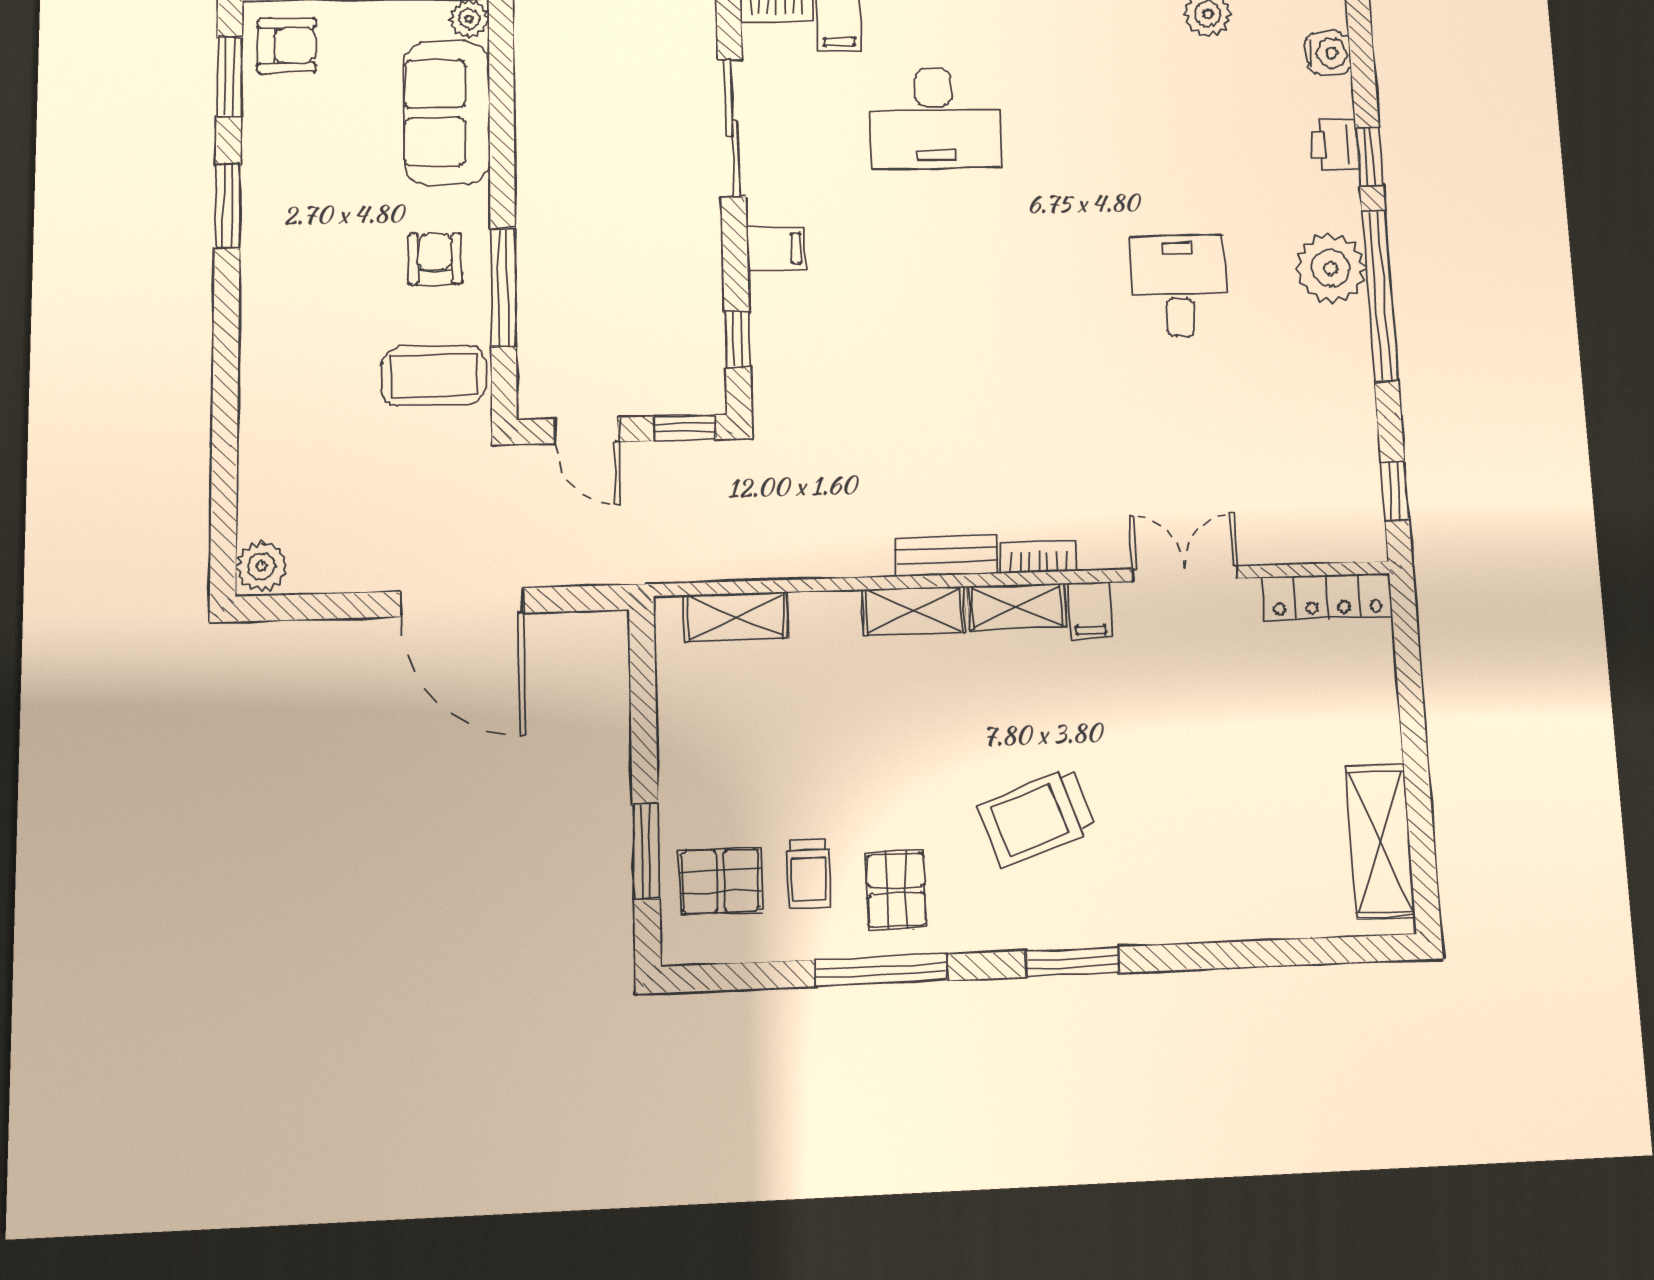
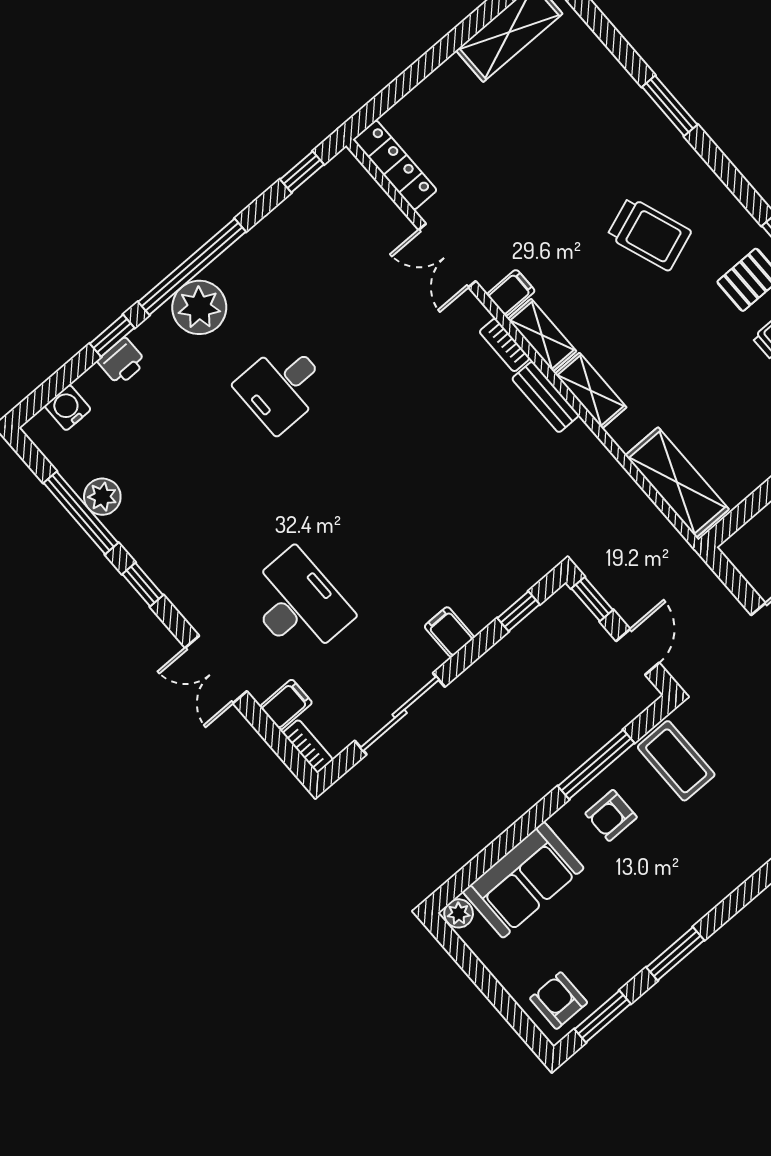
shelving: (736, 617) -> (677, 482), width x1.50, depth x1.33
window: (1072, 962) -> (670, 106), moved

